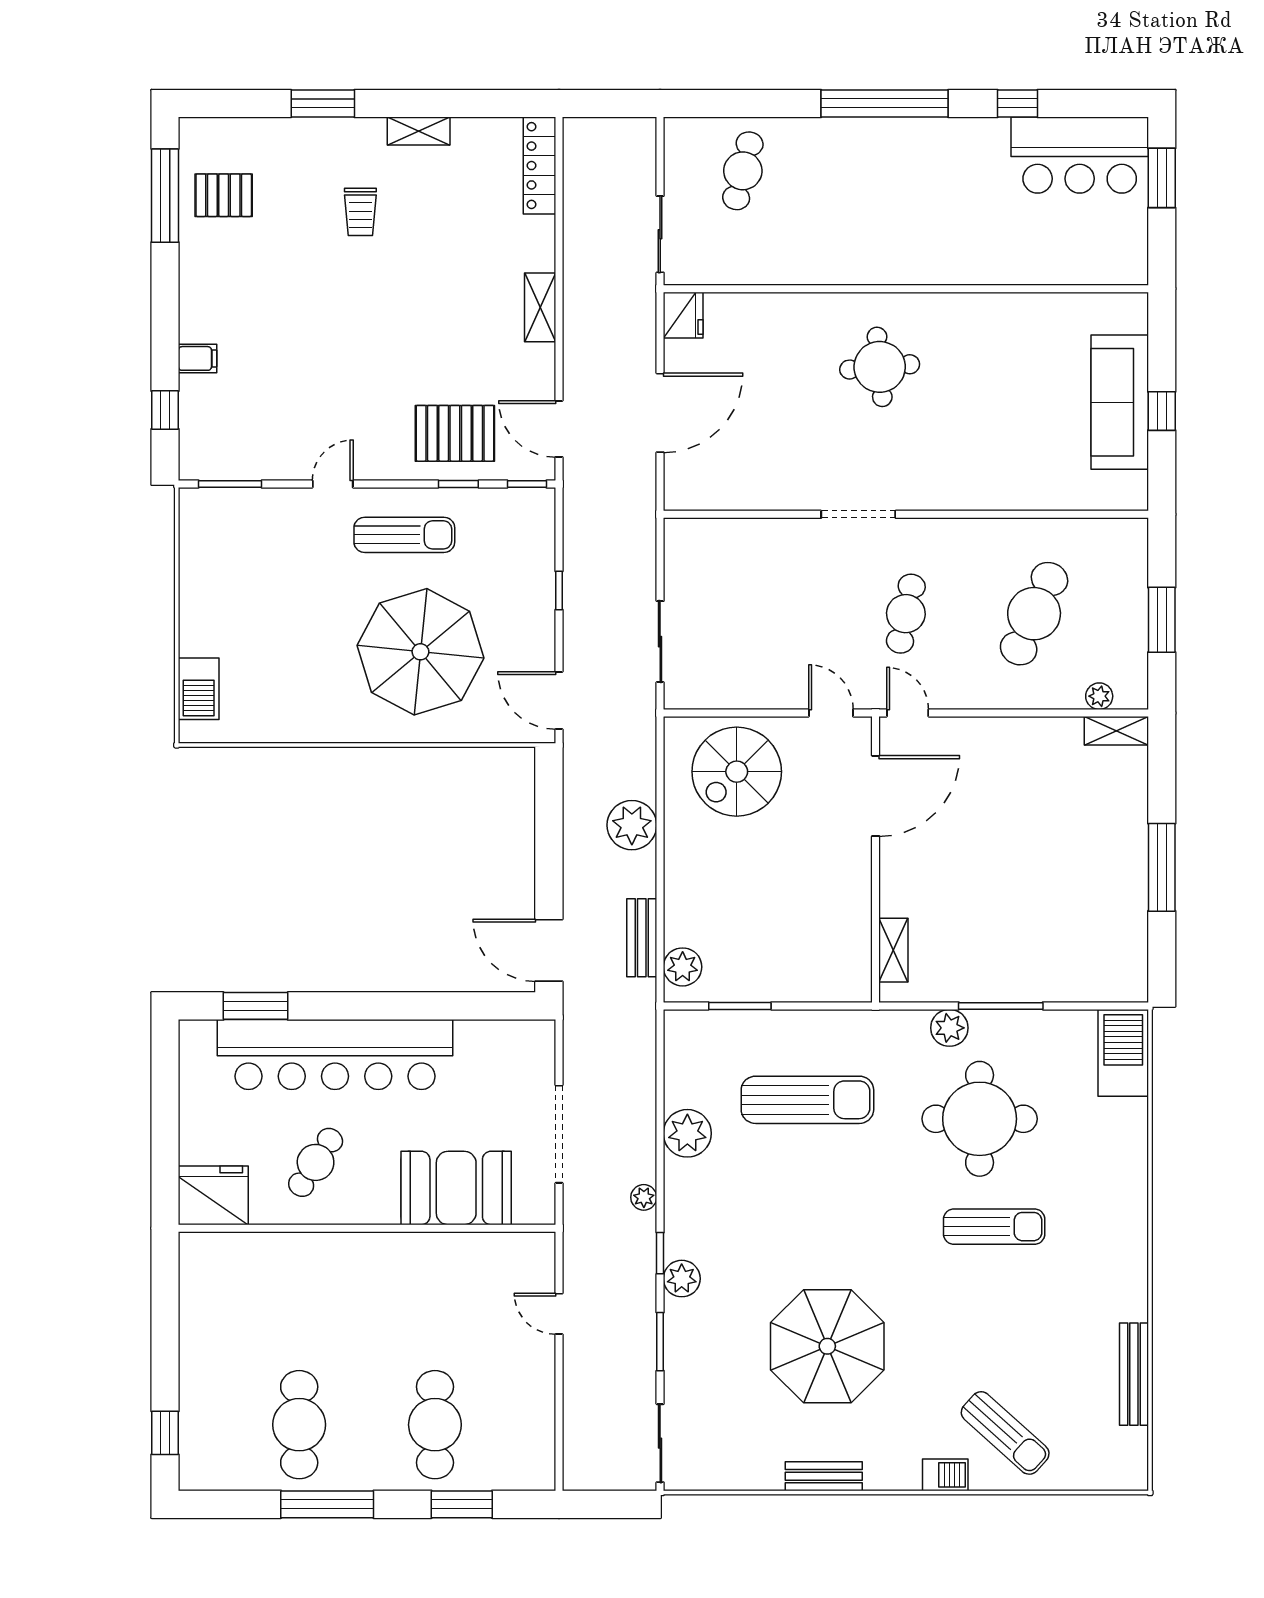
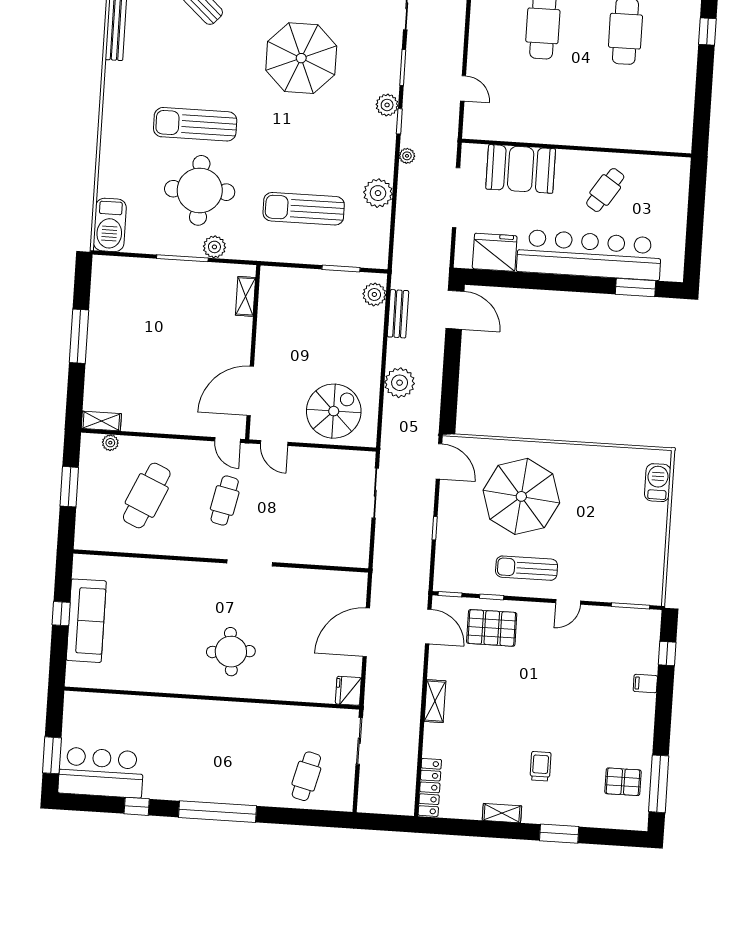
fridge: (213, 1195) -> (495, 252), moved, turned 180
sun lounger: (994, 1227) -> (195, 124), width x1.36, depth x1.34

